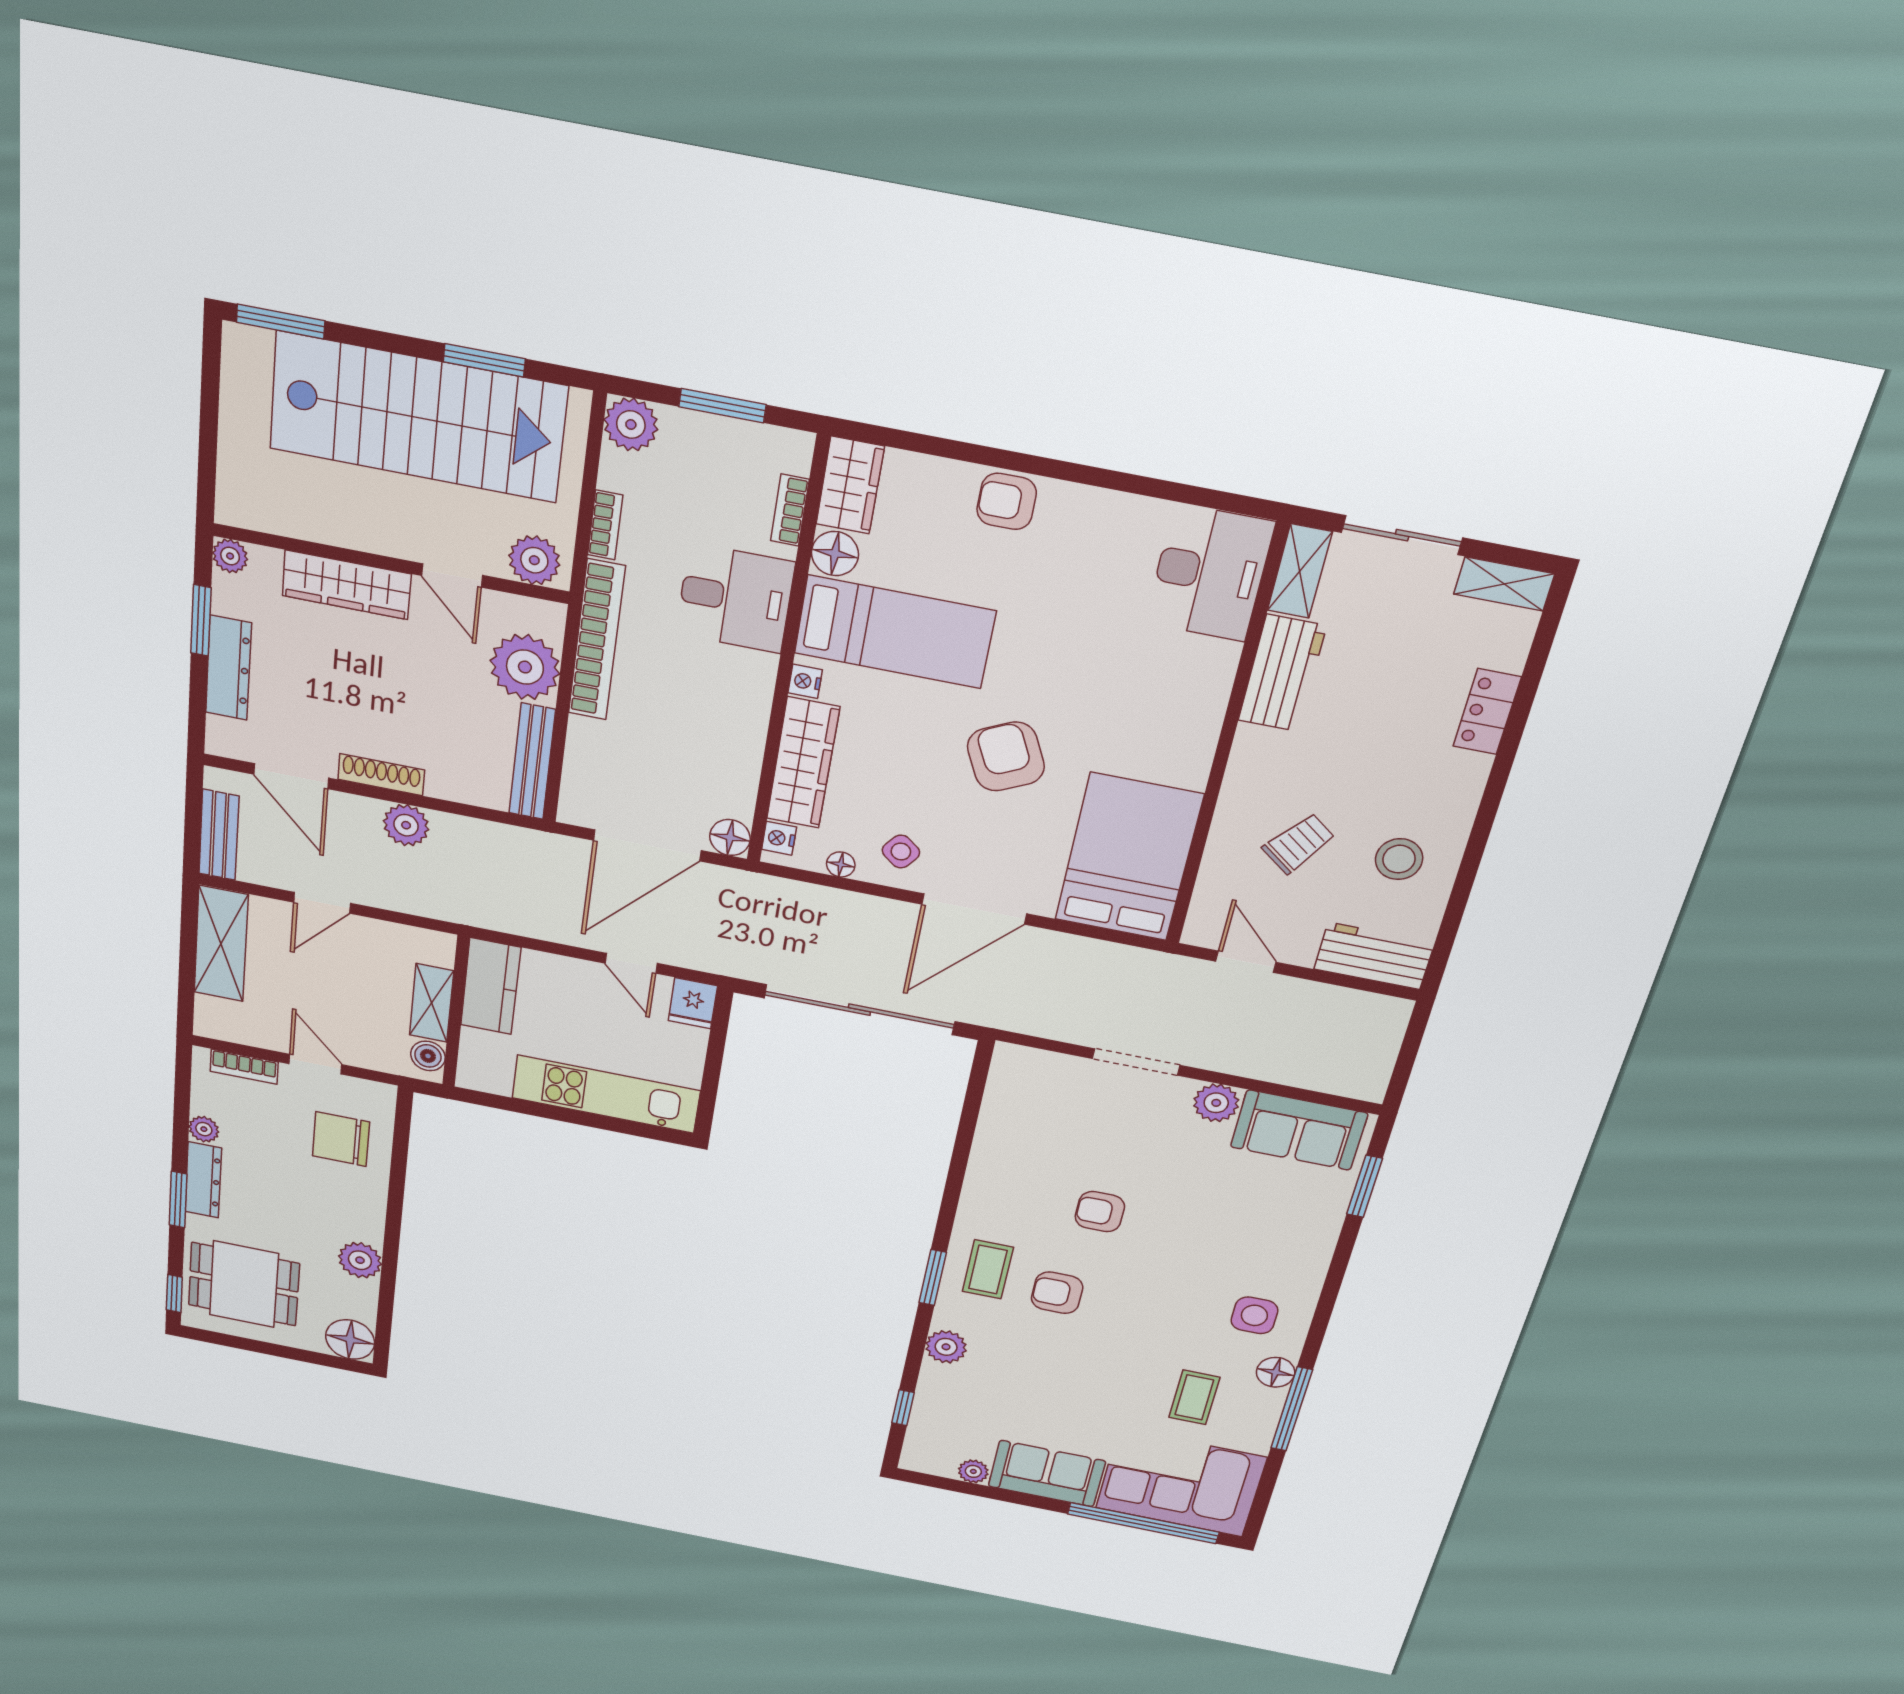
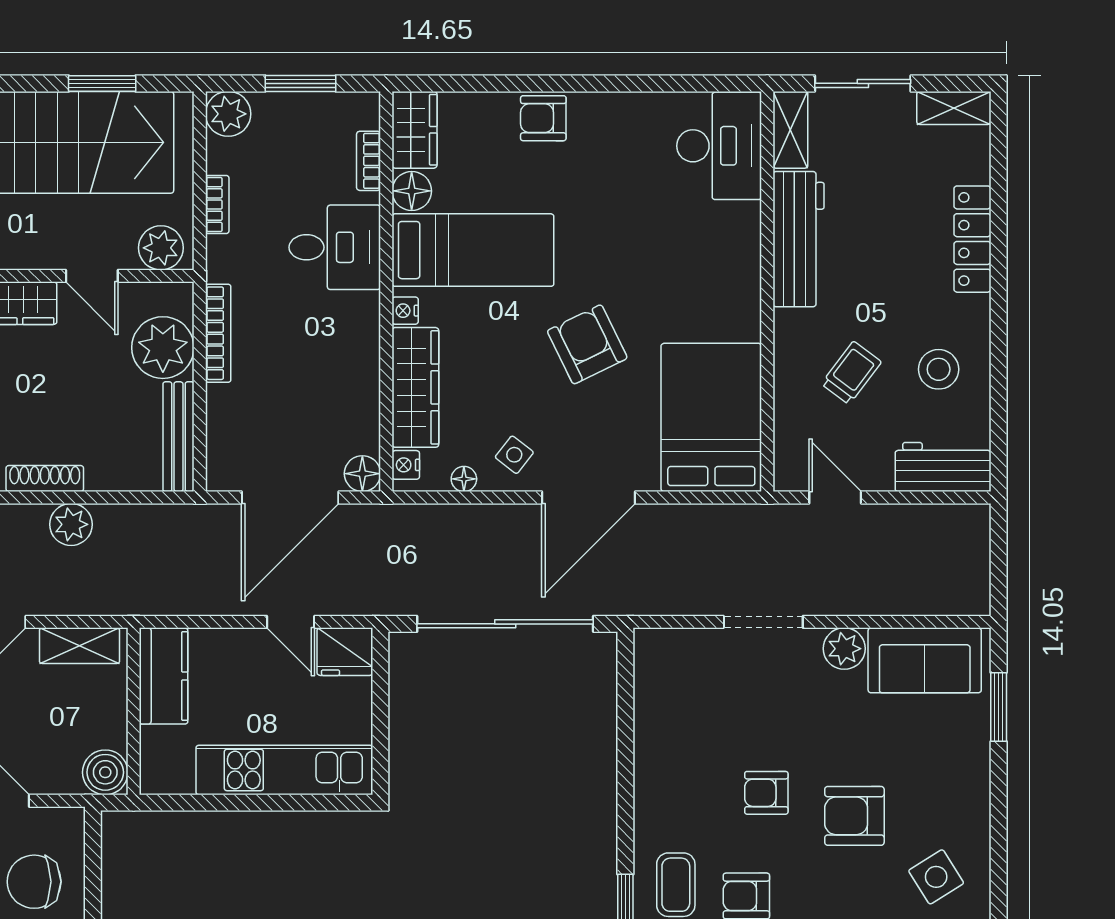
bookcase: (597, 640) -> (218, 333), width x0.68, depth x0.76
workbench: (1282, 673) -> (799, 239), width x1.38
locker: (1487, 712) -> (972, 239), width x1.53
shelving: (432, 1003) -> (80, 646), moved, turned 90
fridge: (693, 1003) -> (345, 652), width x1.38
boiler: (428, 1056) -> (105, 772), width x1.36, depth x1.36
armchair: (1186, 1249) -> (854, 816), added
side table: (1254, 1315) -> (936, 877), turned -32

